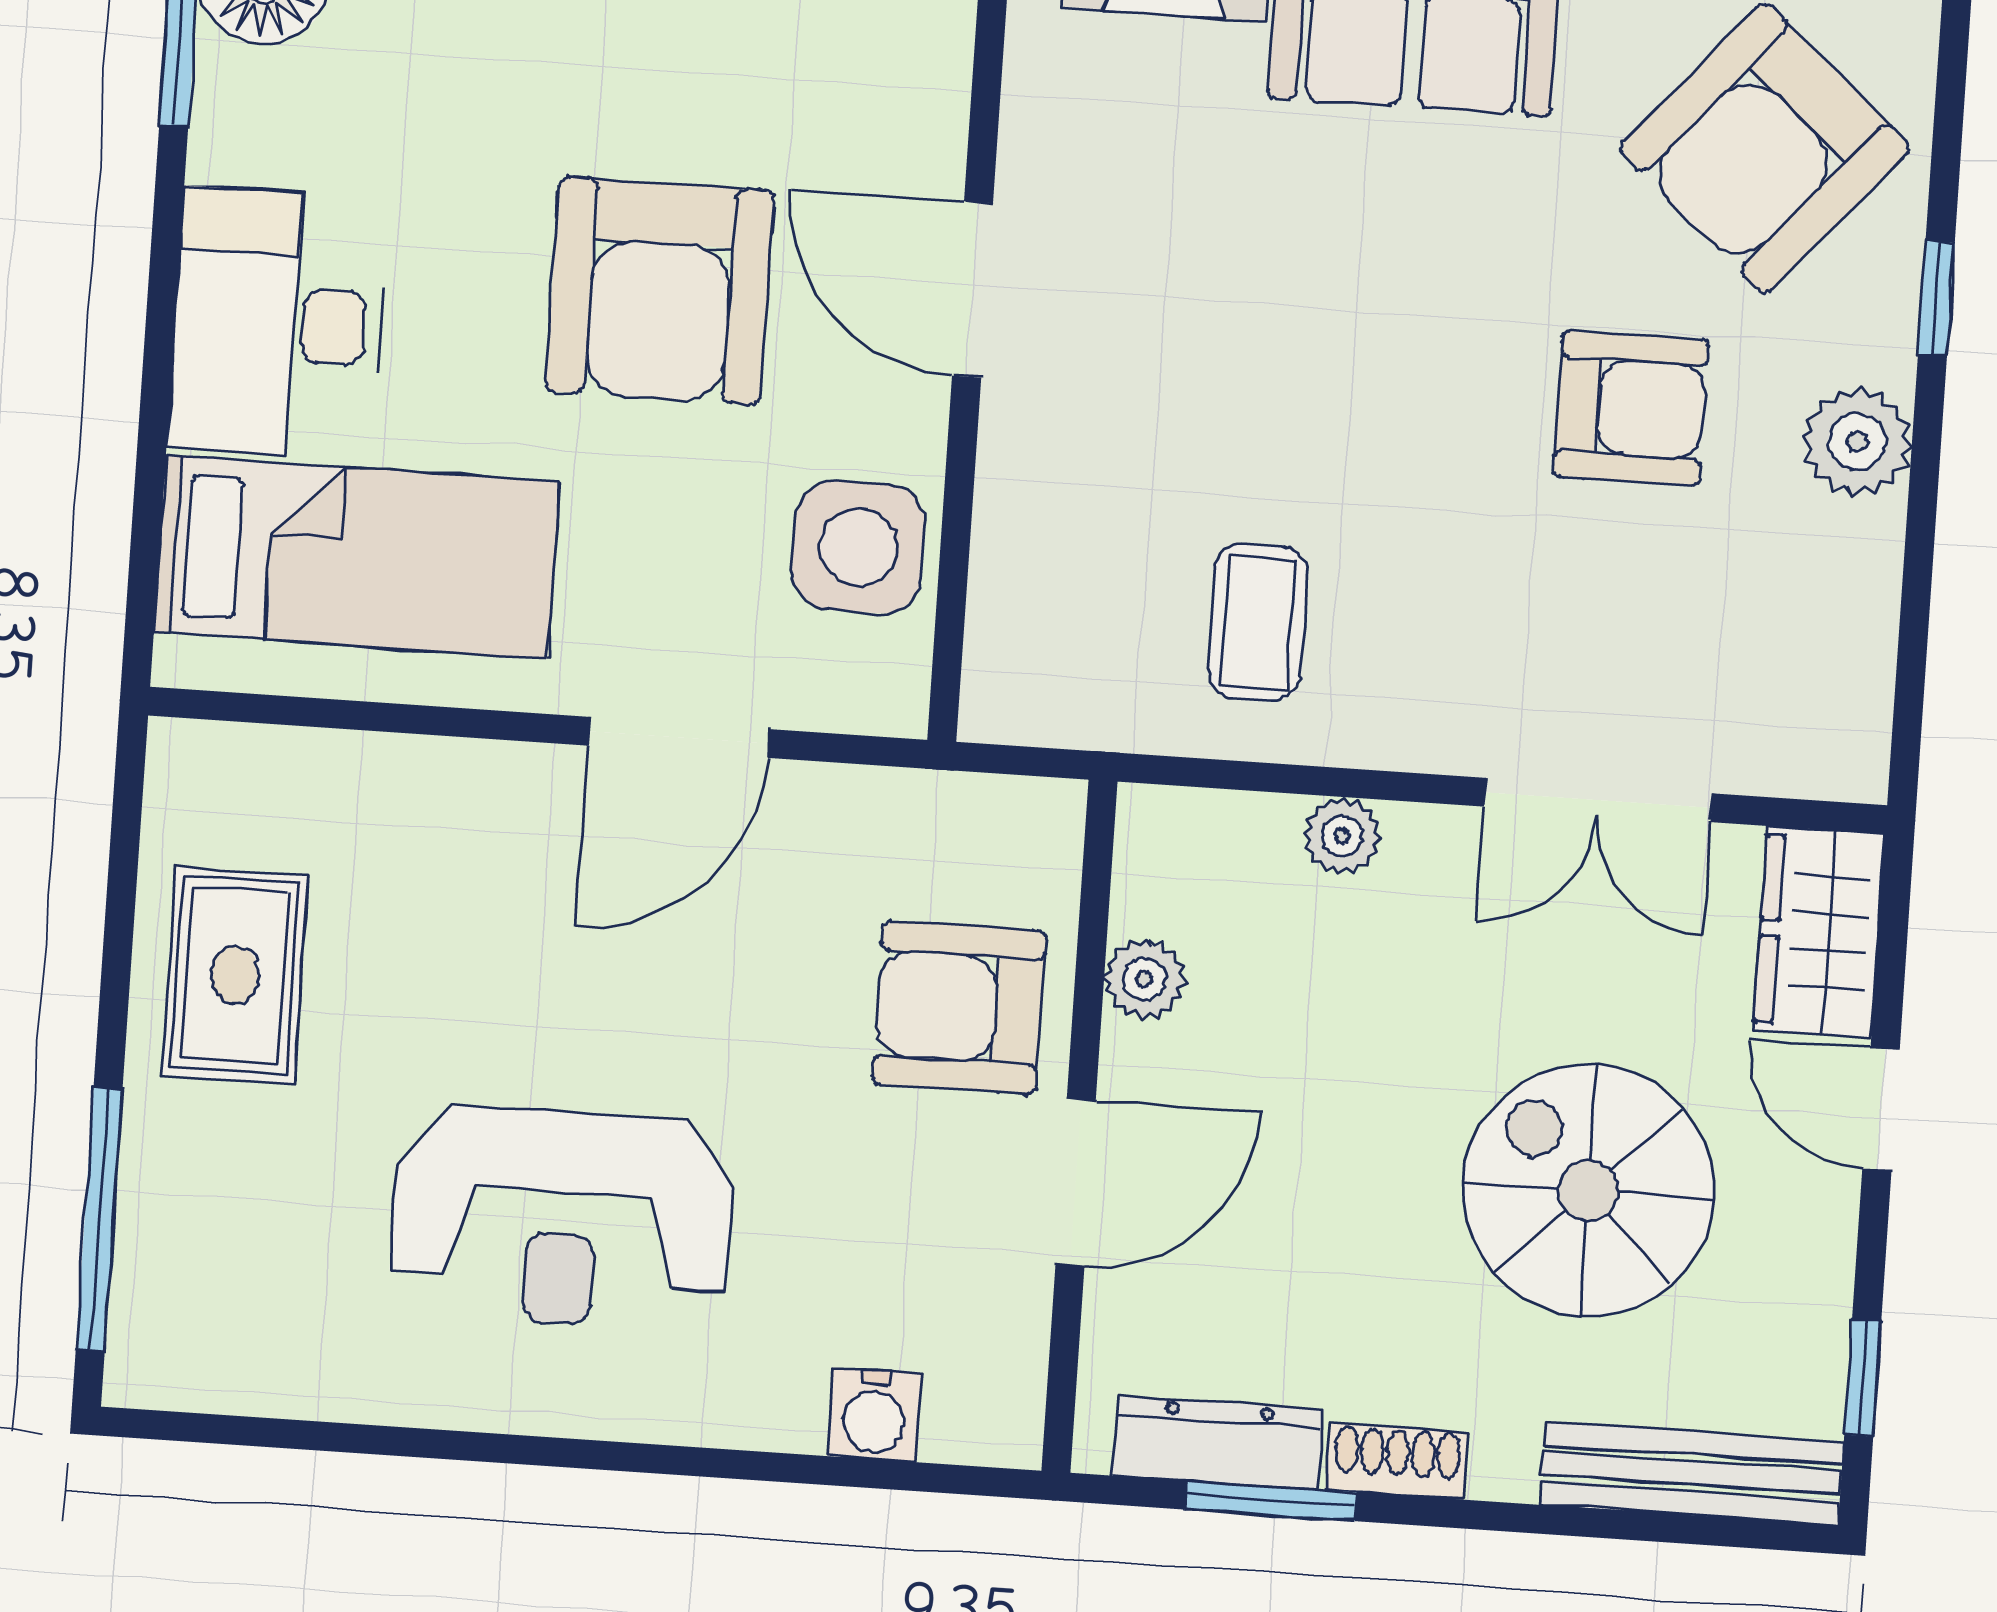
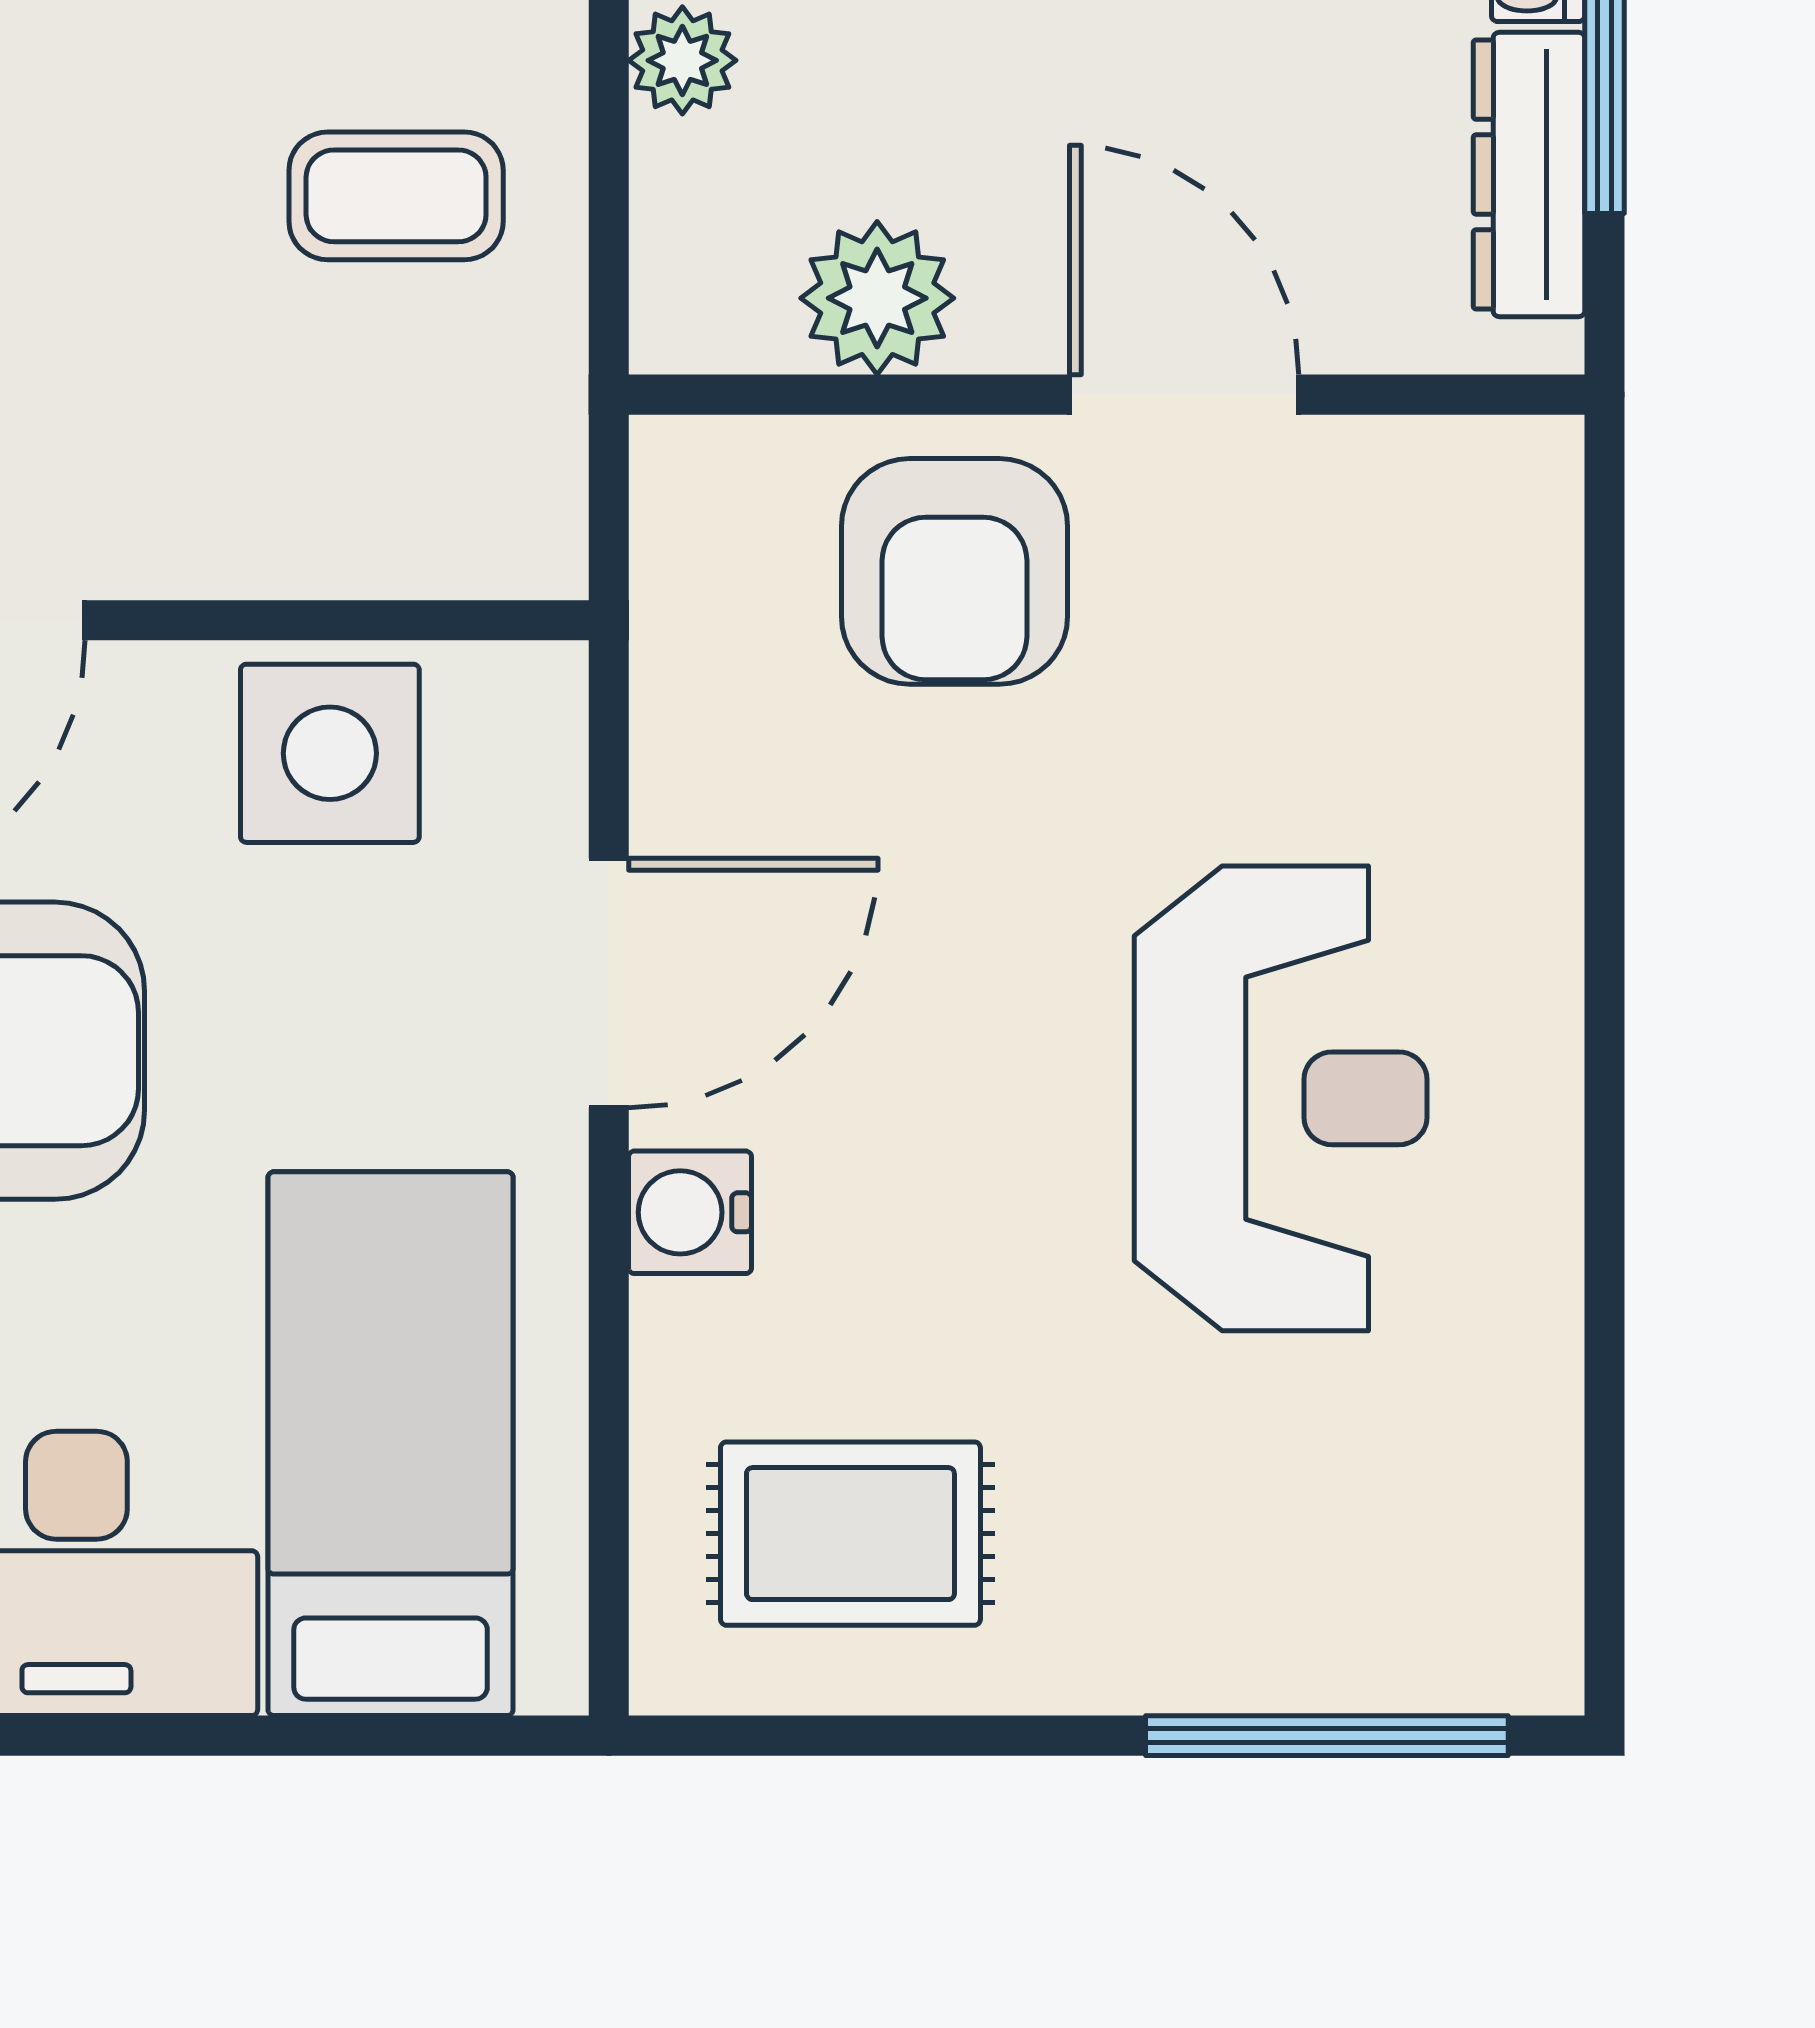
door: (679, 737) -> (609, 983), hinge flipped
rug: (235, 975) -> (850, 1534), moved
plant: (1144, 979) -> (877, 298), width x1.38, depth x1.38
water cooler: (874, 1415) -> (690, 1212), moved, turned 180

